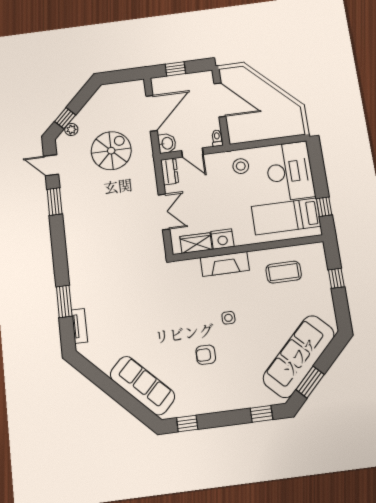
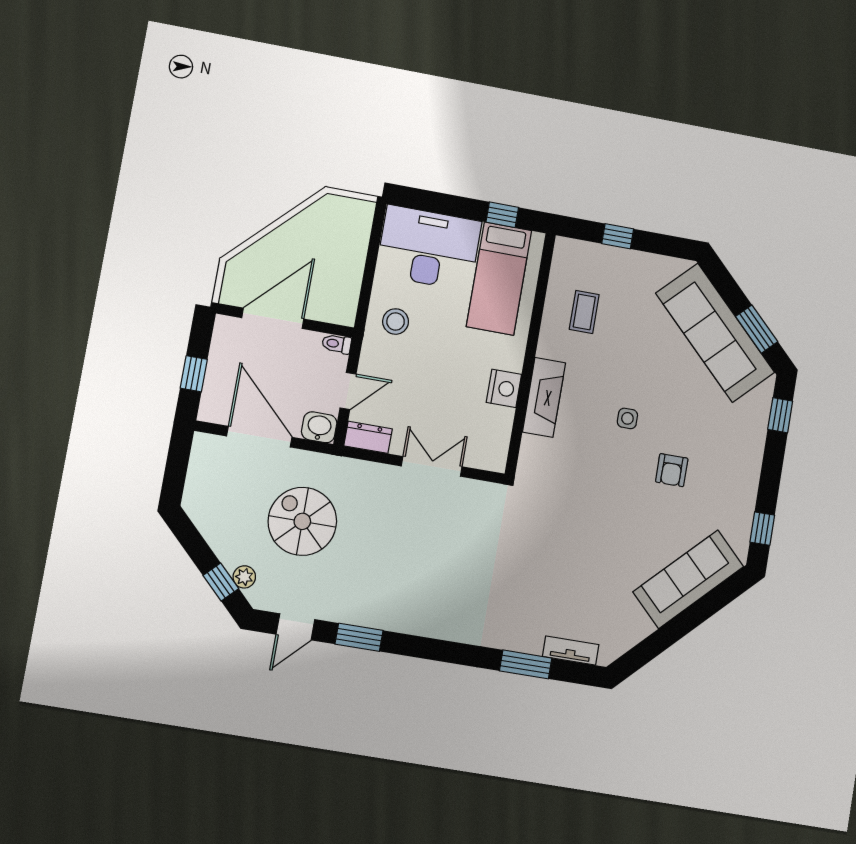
wardrobe: (196, 243) -> (497, 431), removed
coffee table: (284, 272) -> (584, 312), width x0.73, depth x0.77

